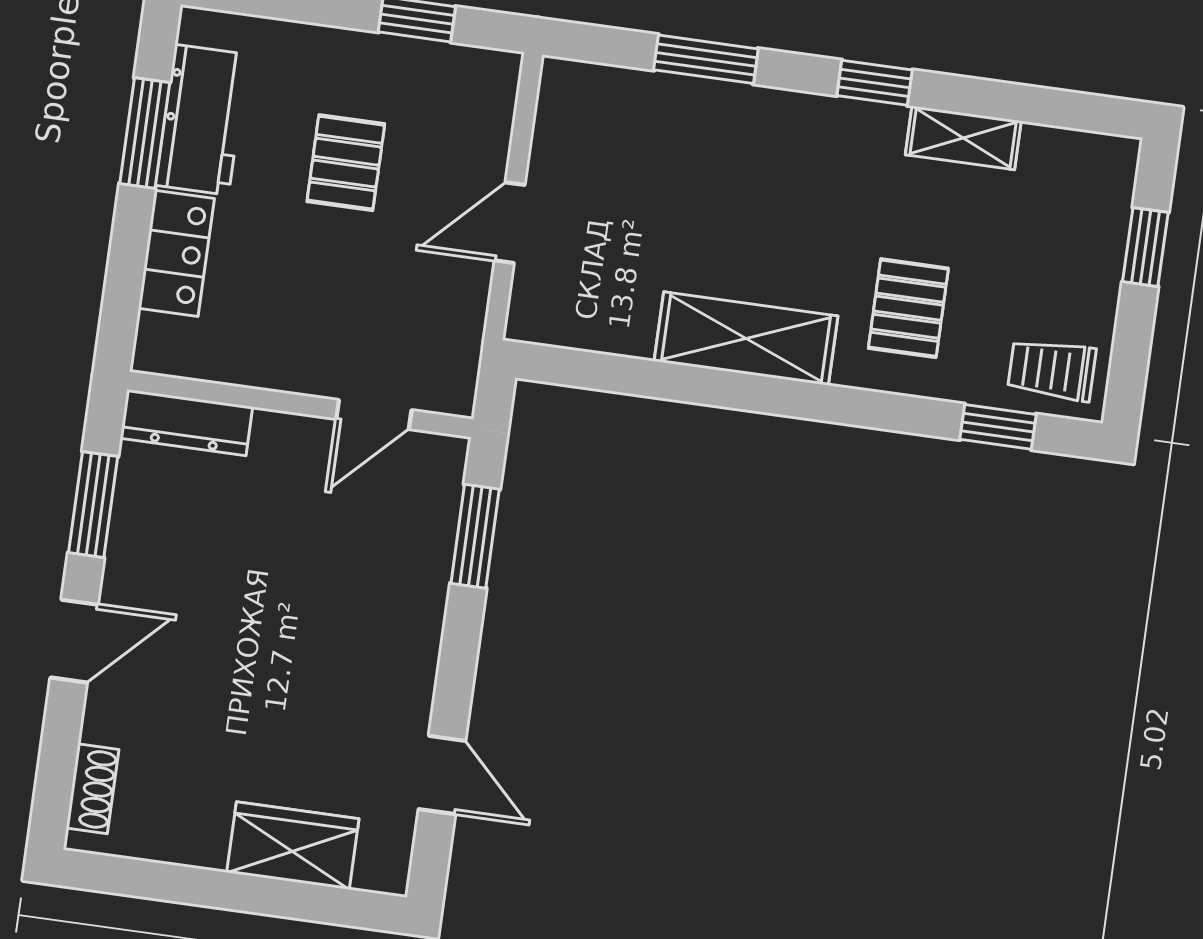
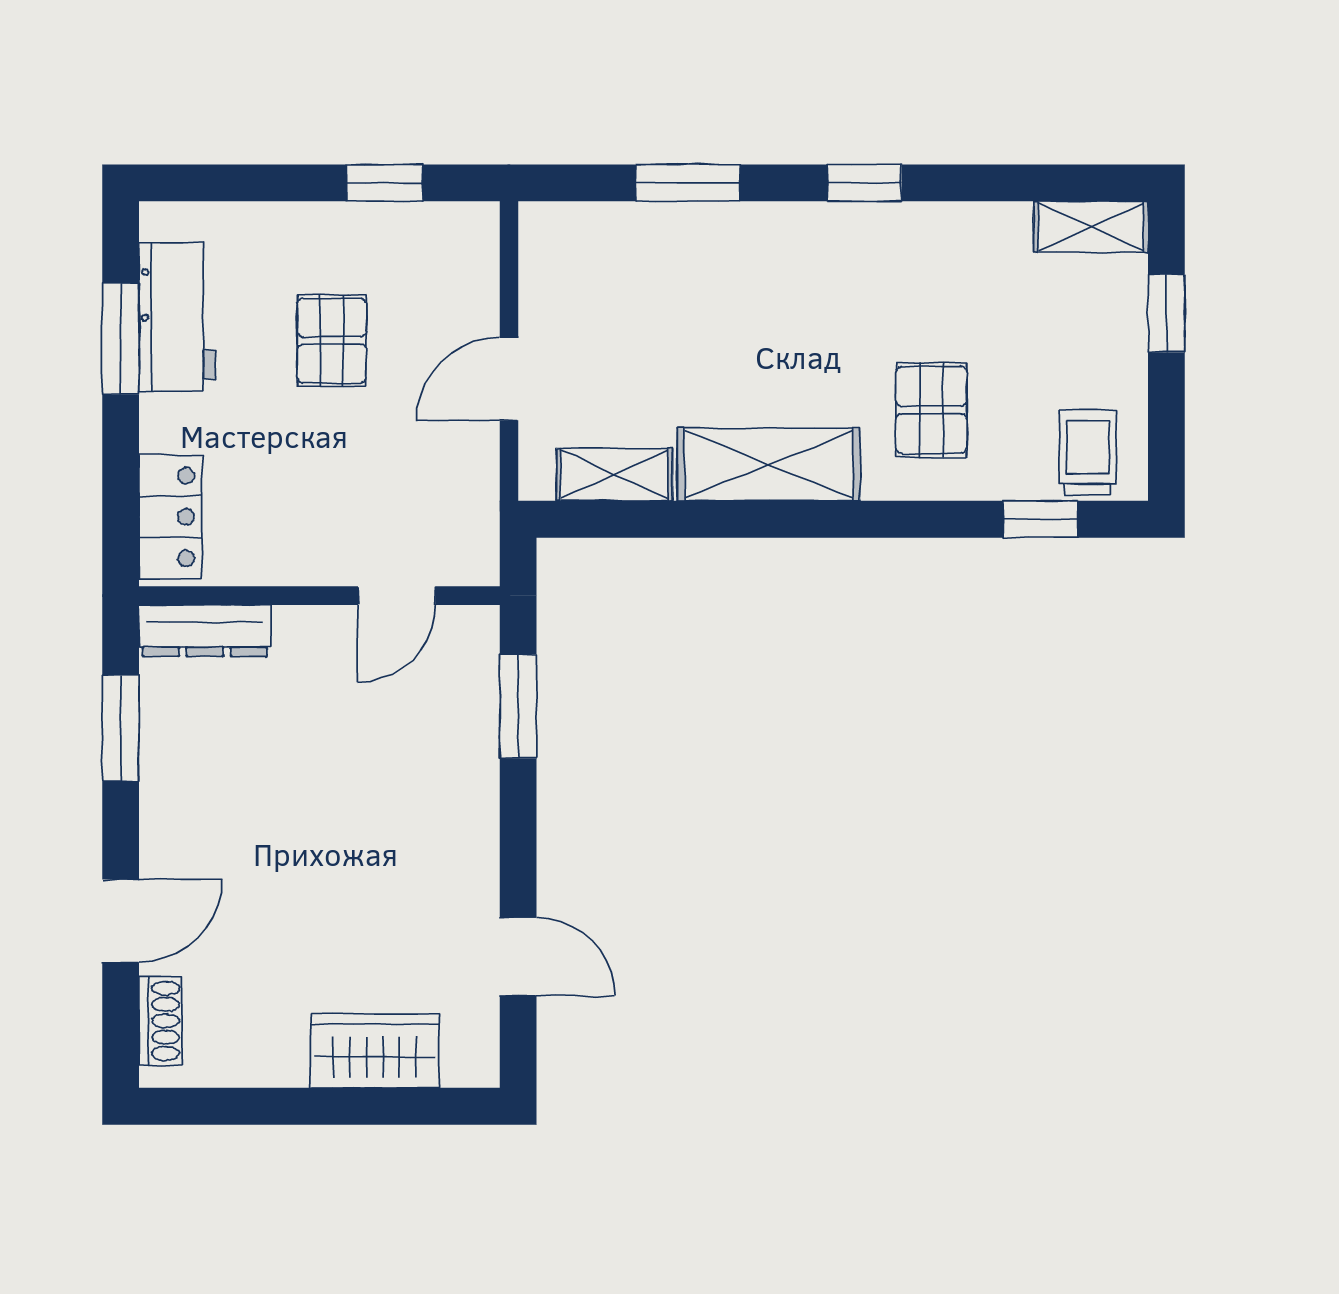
shelving: (963, 138) -> (1091, 227), moved
locker: (176, 253) -> (170, 517), moved
shelving: (597, 328) -> (614, 475), added
trolley: (1052, 370) -> (1088, 453), turned 90
door: (74, 641) -> (121, 921), moved

